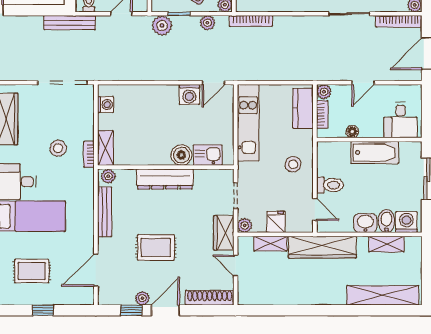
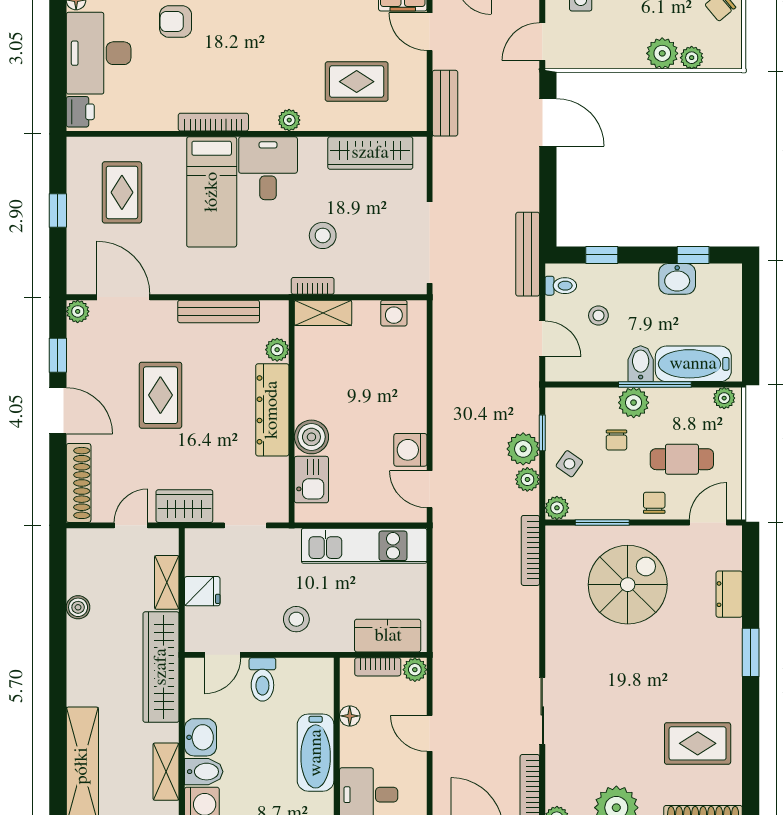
plant: (162, 25) -> (523, 449), moved
plant: (108, 176) -> (277, 350), moved
plant: (245, 225) -> (197, 540), removed
plant: (142, 298) -> (78, 311), moved
boiler: (286, 298) -> (78, 607), added

